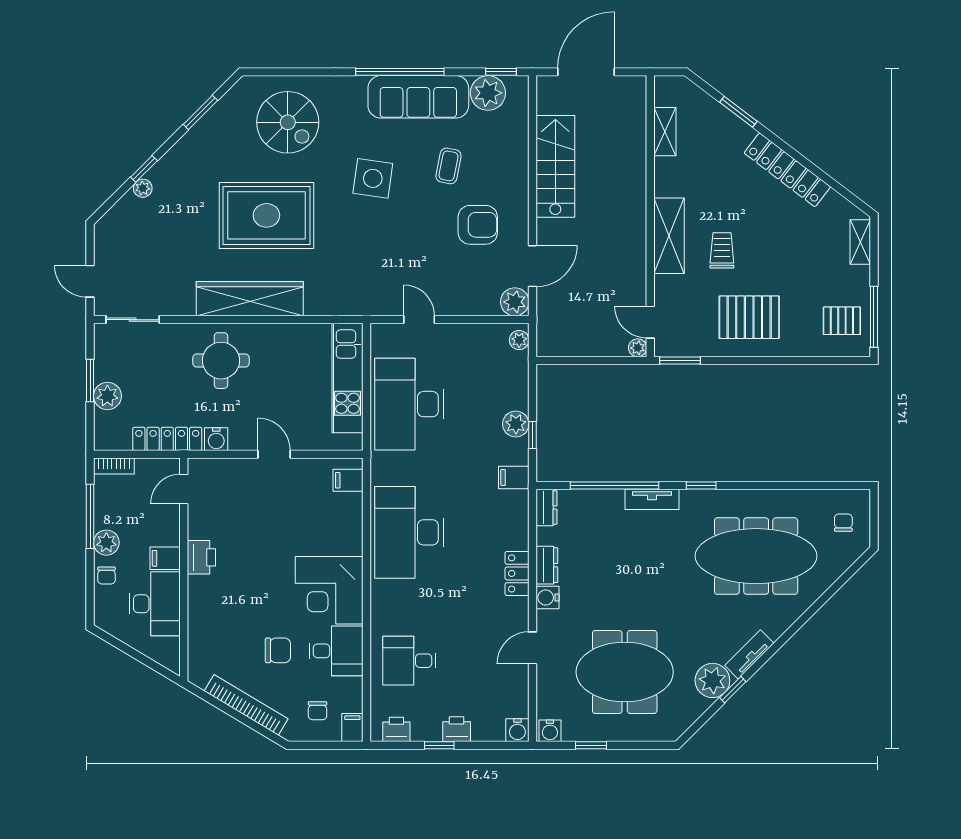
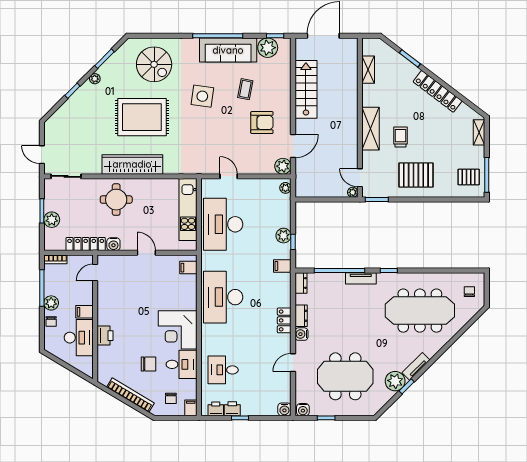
plant: (143, 188) -> (95, 79), moved
printer: (201, 557) -> (105, 336), moved
printer: (457, 729) -> (232, 409), moved

